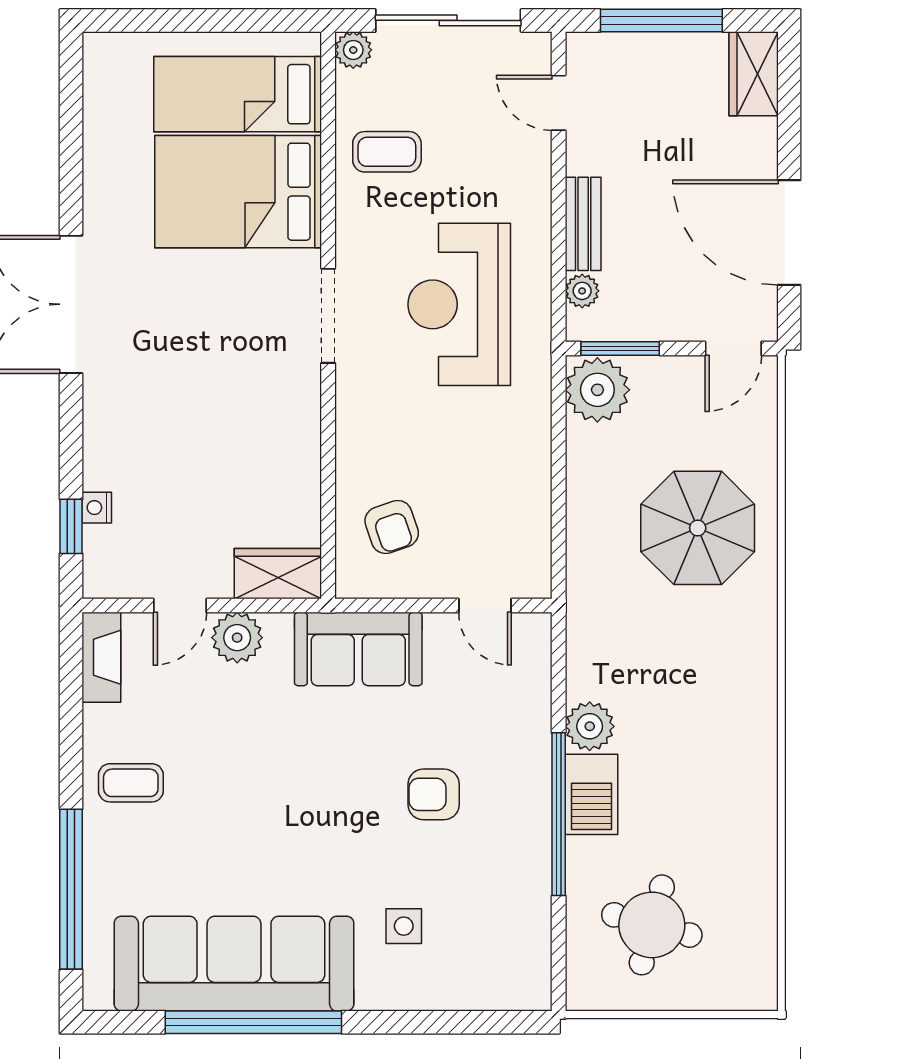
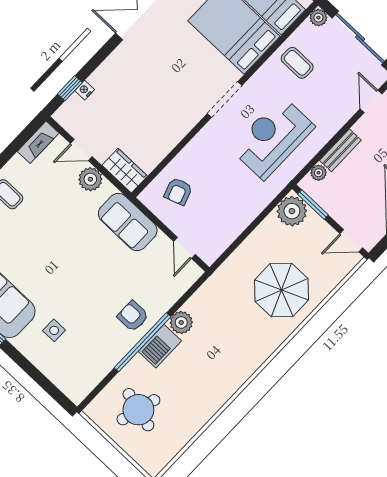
armchair: (434, 794) -> (133, 316), moved

